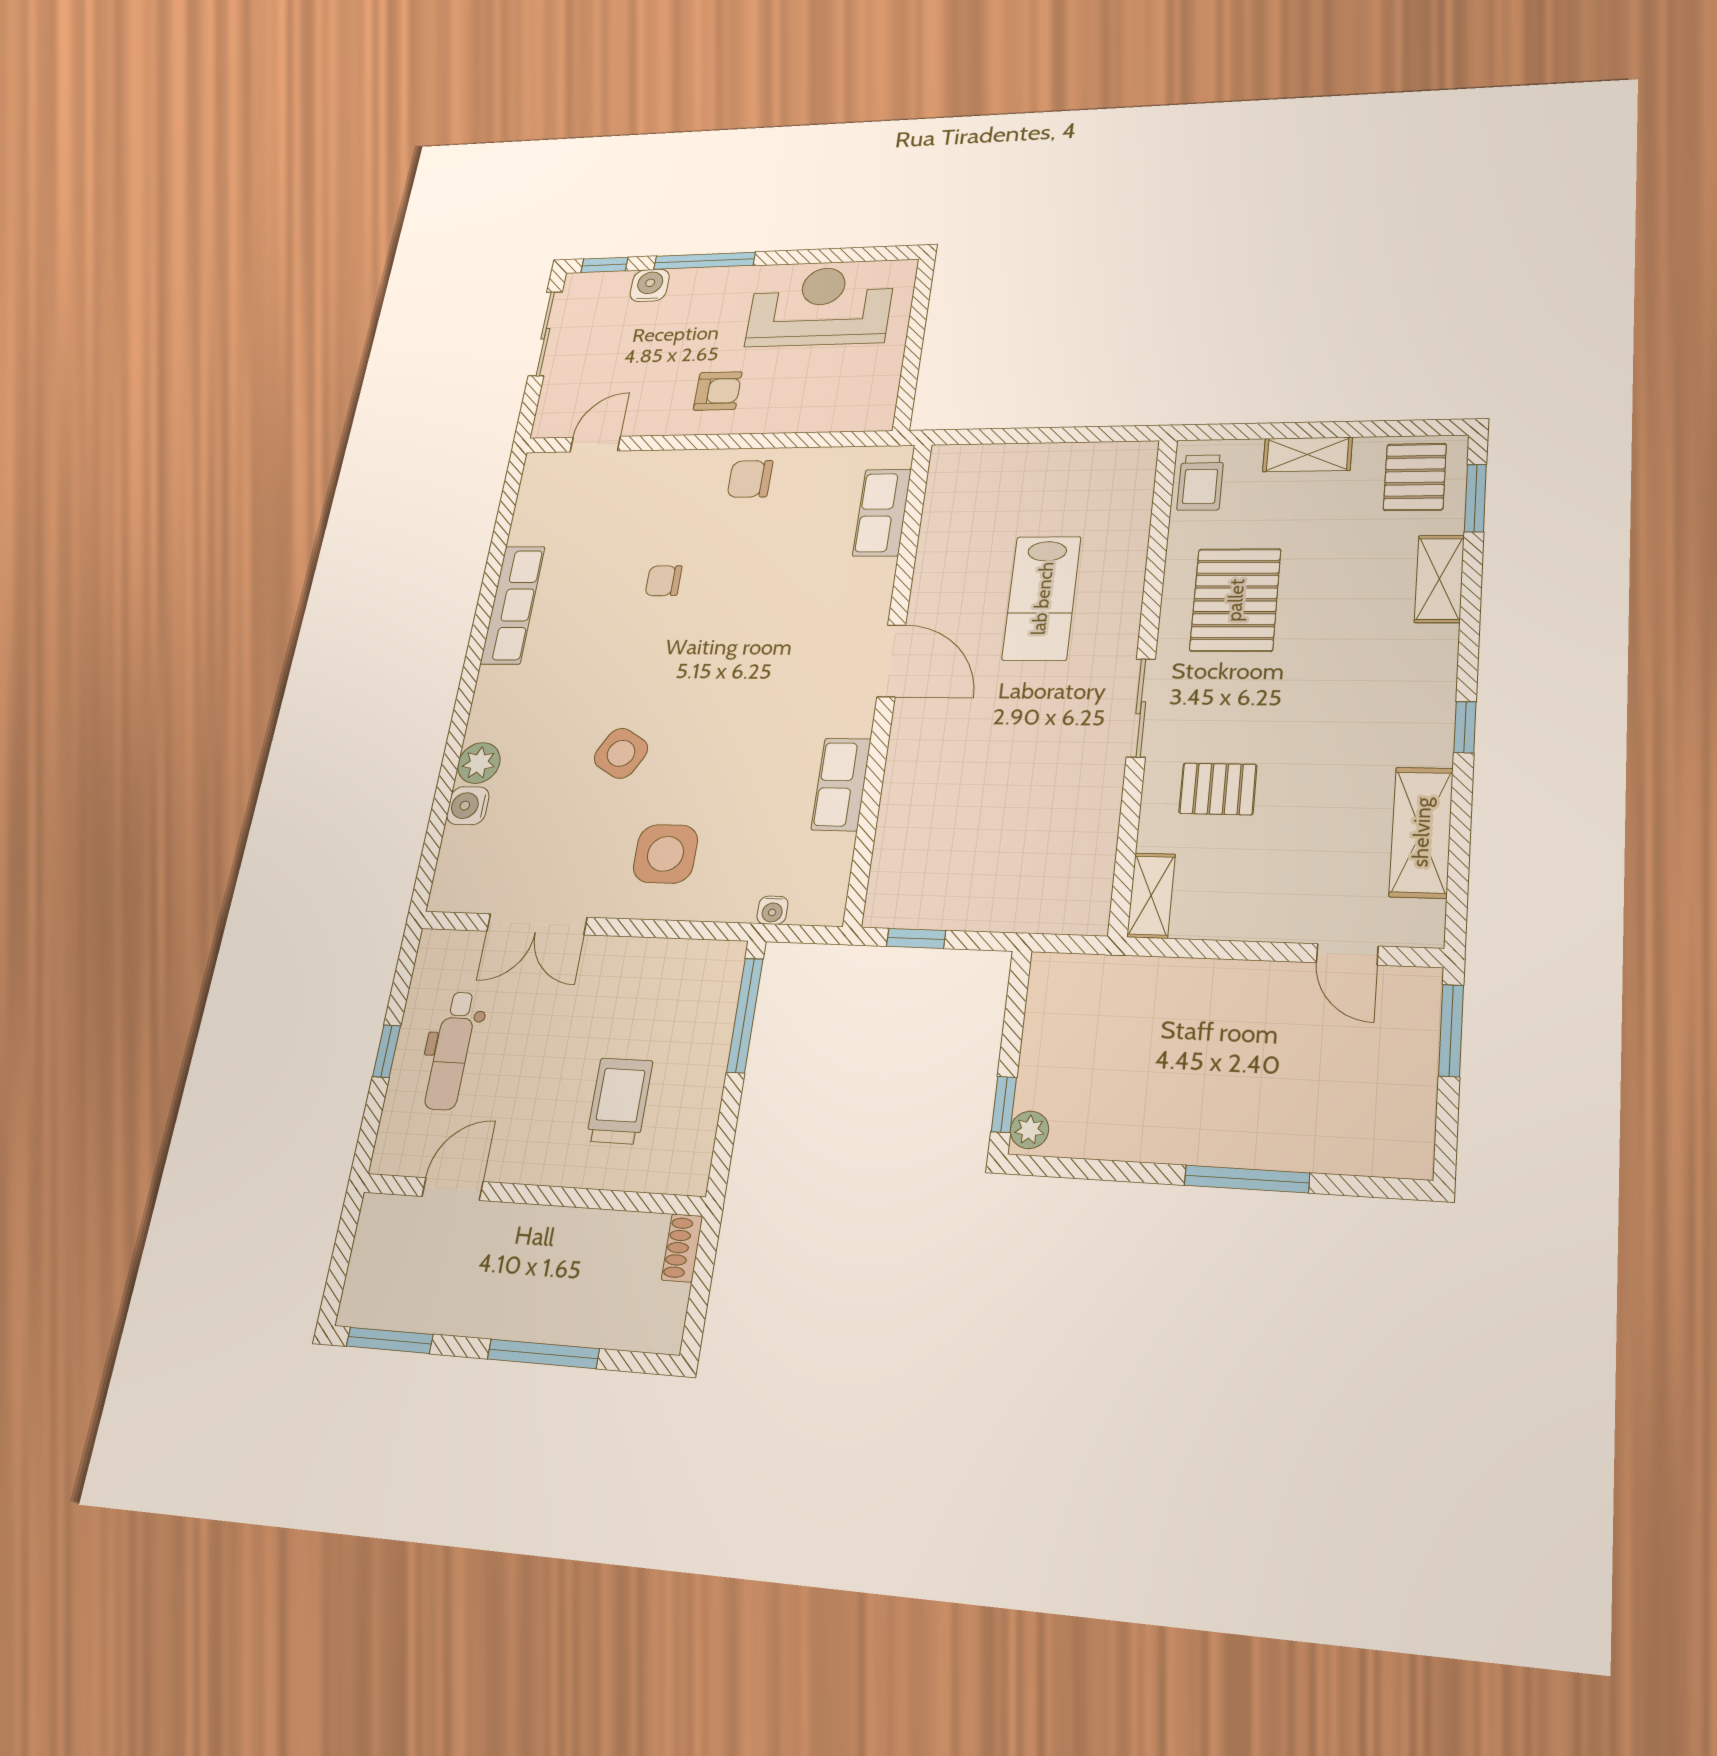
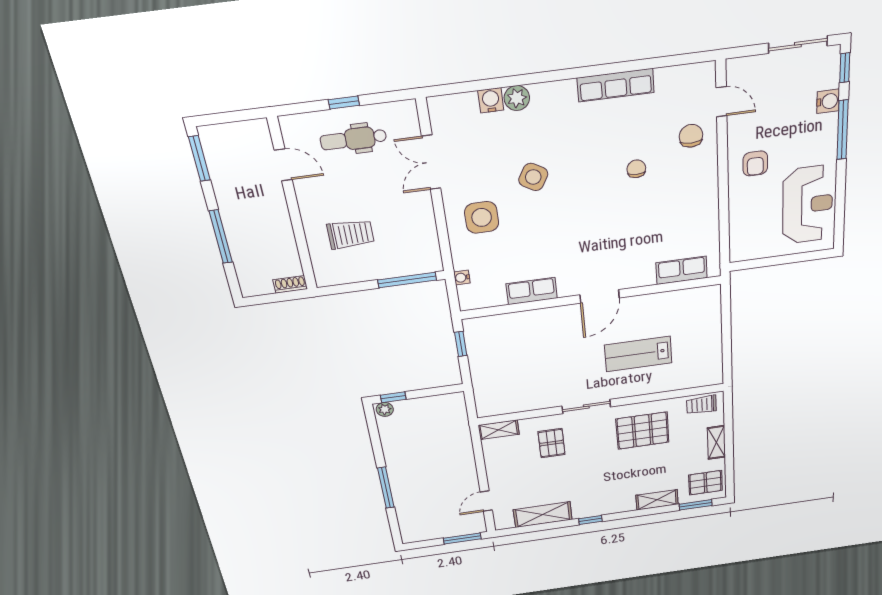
chair: (750, 479) -> (691, 136), moved

